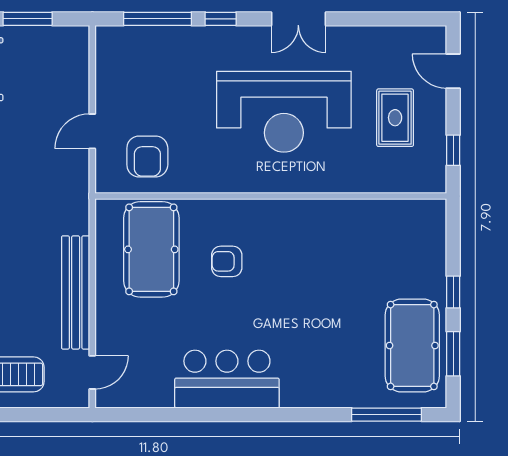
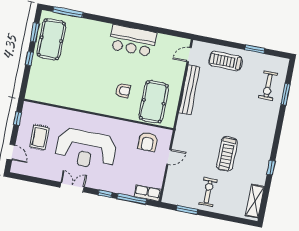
row of seats: (125, 39) -> (147, 193), added
reception desk: (284, 112) -> (86, 149), turned 180
armchair: (147, 156) -> (148, 142), turned 180

